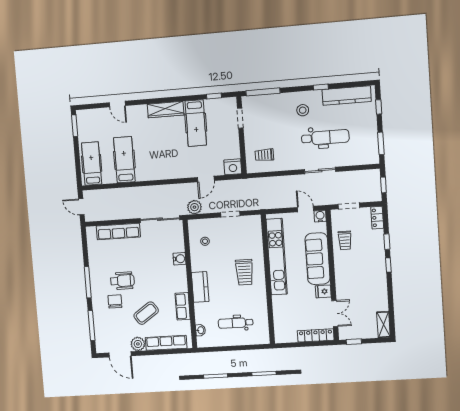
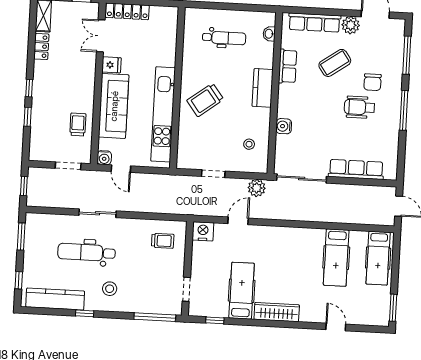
locker: (377, 218) -> (41, 47), moved
trolley: (244, 272) -> (205, 100), turned -127

